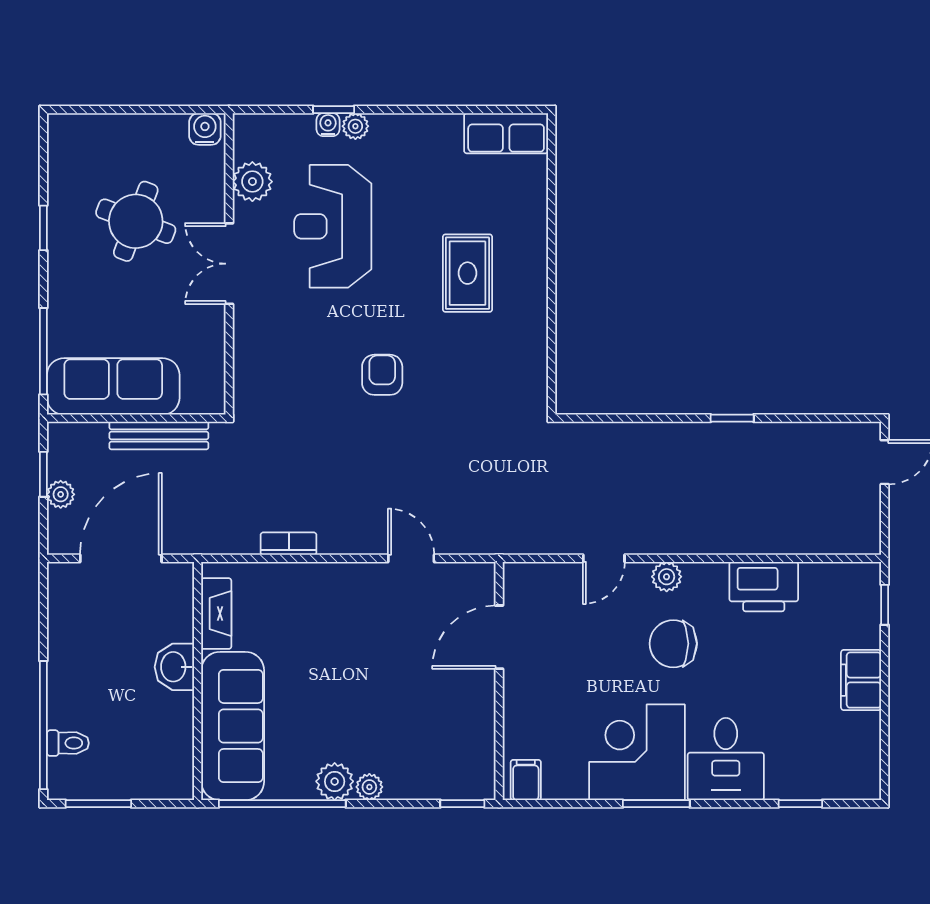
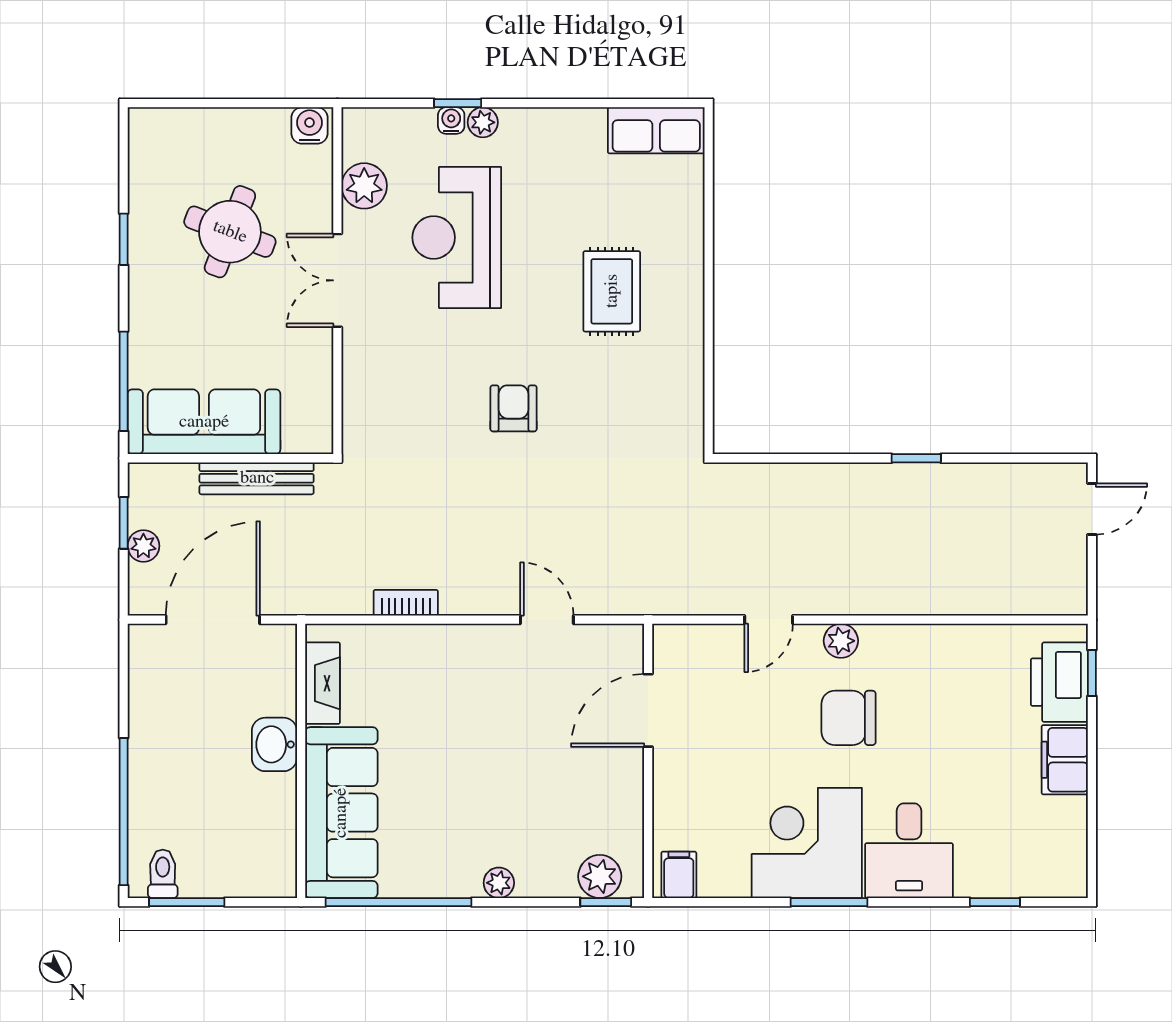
printer: (764, 587) -> (1059, 682), moved, turned 90
toilet: (68, 743) -> (163, 874), moved, turned -90
plant: (335, 781) -> (600, 876), moved

